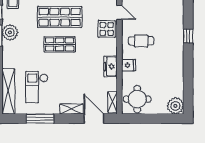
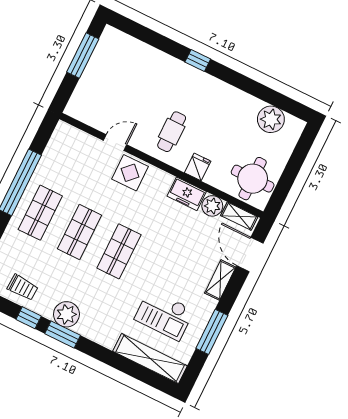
shop shelf: (60, 17) -> (80, 232), width x0.70, depth x0.74
plant: (111, 84) -> (212, 206), added
plant: (175, 106) -> (271, 119), moved
door: (94, 119) -> (250, 255), hinge flipped

